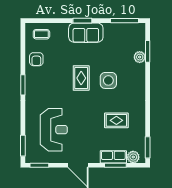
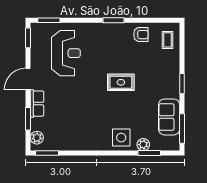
sofa: (86, 33) -> (169, 117), moved
armchair: (36, 59) -> (141, 35), turned 180
side table: (108, 80) -> (121, 138), moved
rug: (116, 120) -> (76, 120), removed
reception desk: (54, 130) -> (66, 53), turned -90
row of seats: (113, 157) -> (37, 104), moved

